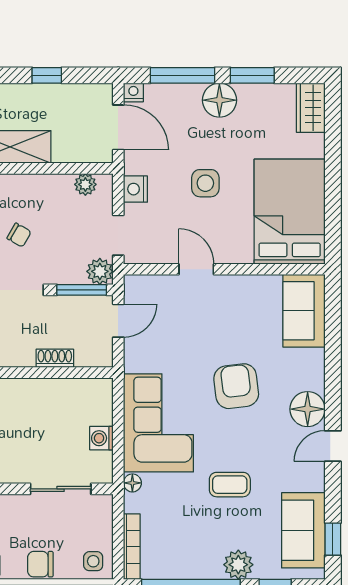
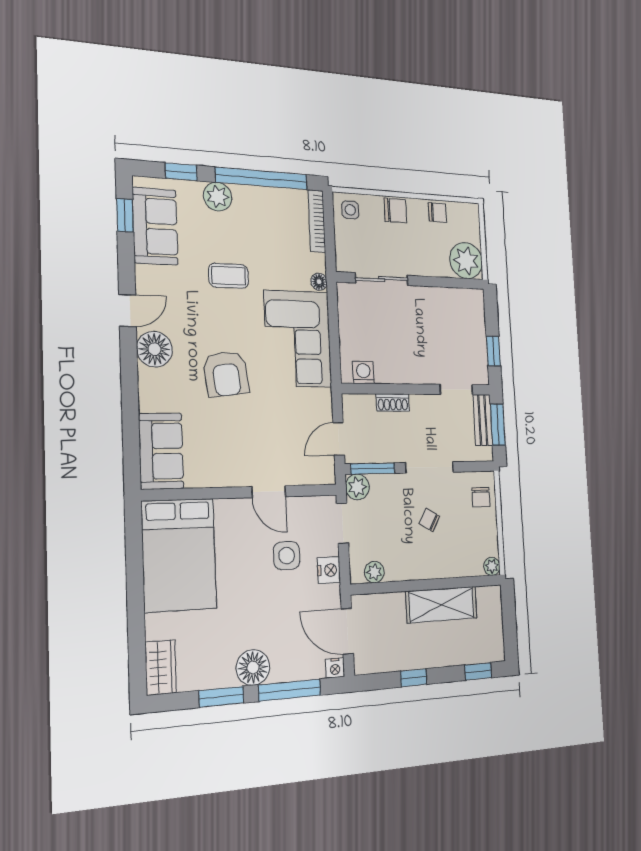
side table: (205, 183) -> (287, 556), moved
washing machine: (101, 438) -> (363, 372), moved, turned -90

